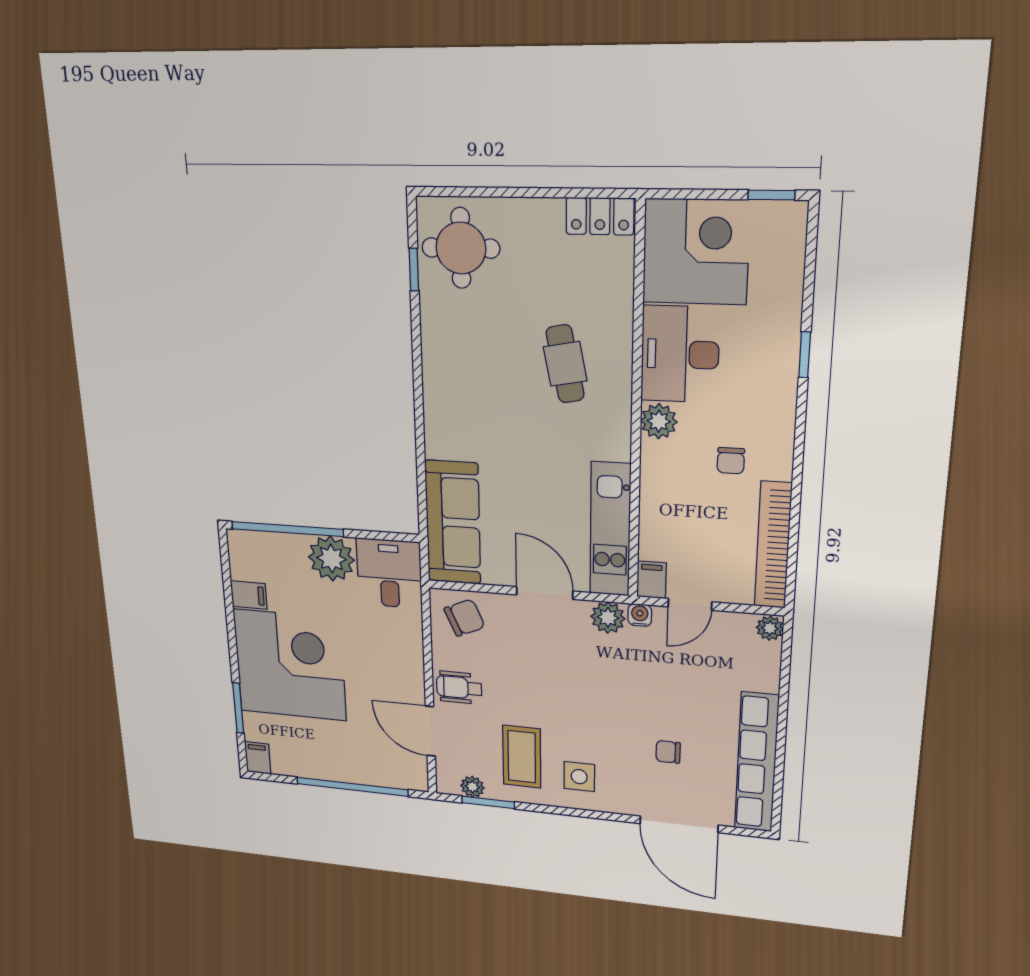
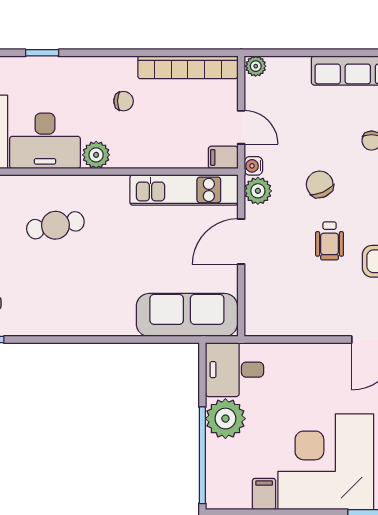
chair: (465, 618) -> (320, 184), moved
wheelchair: (459, 688) -> (330, 241), moved

